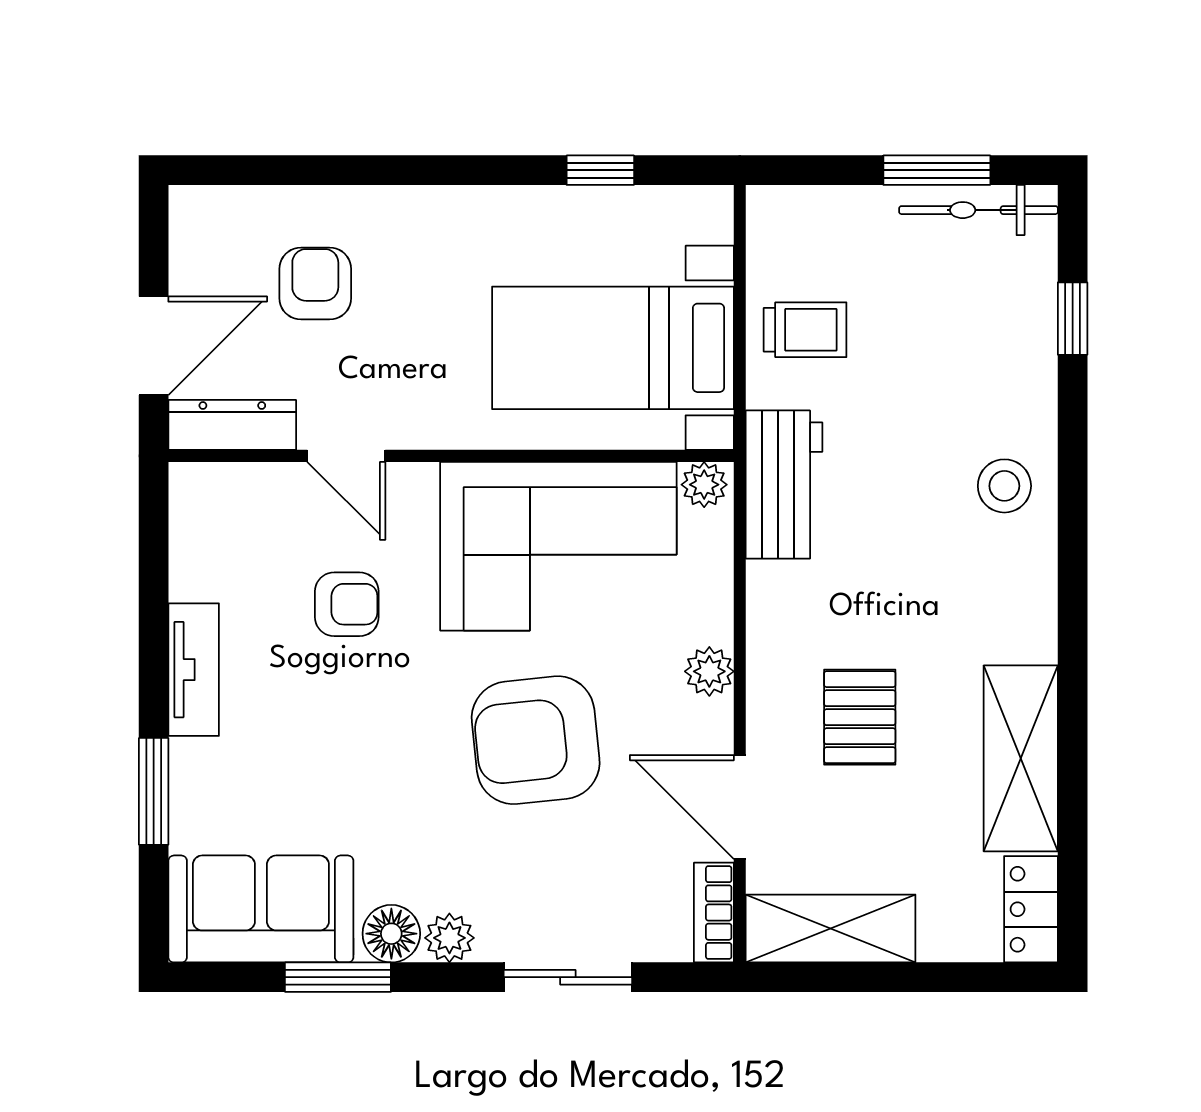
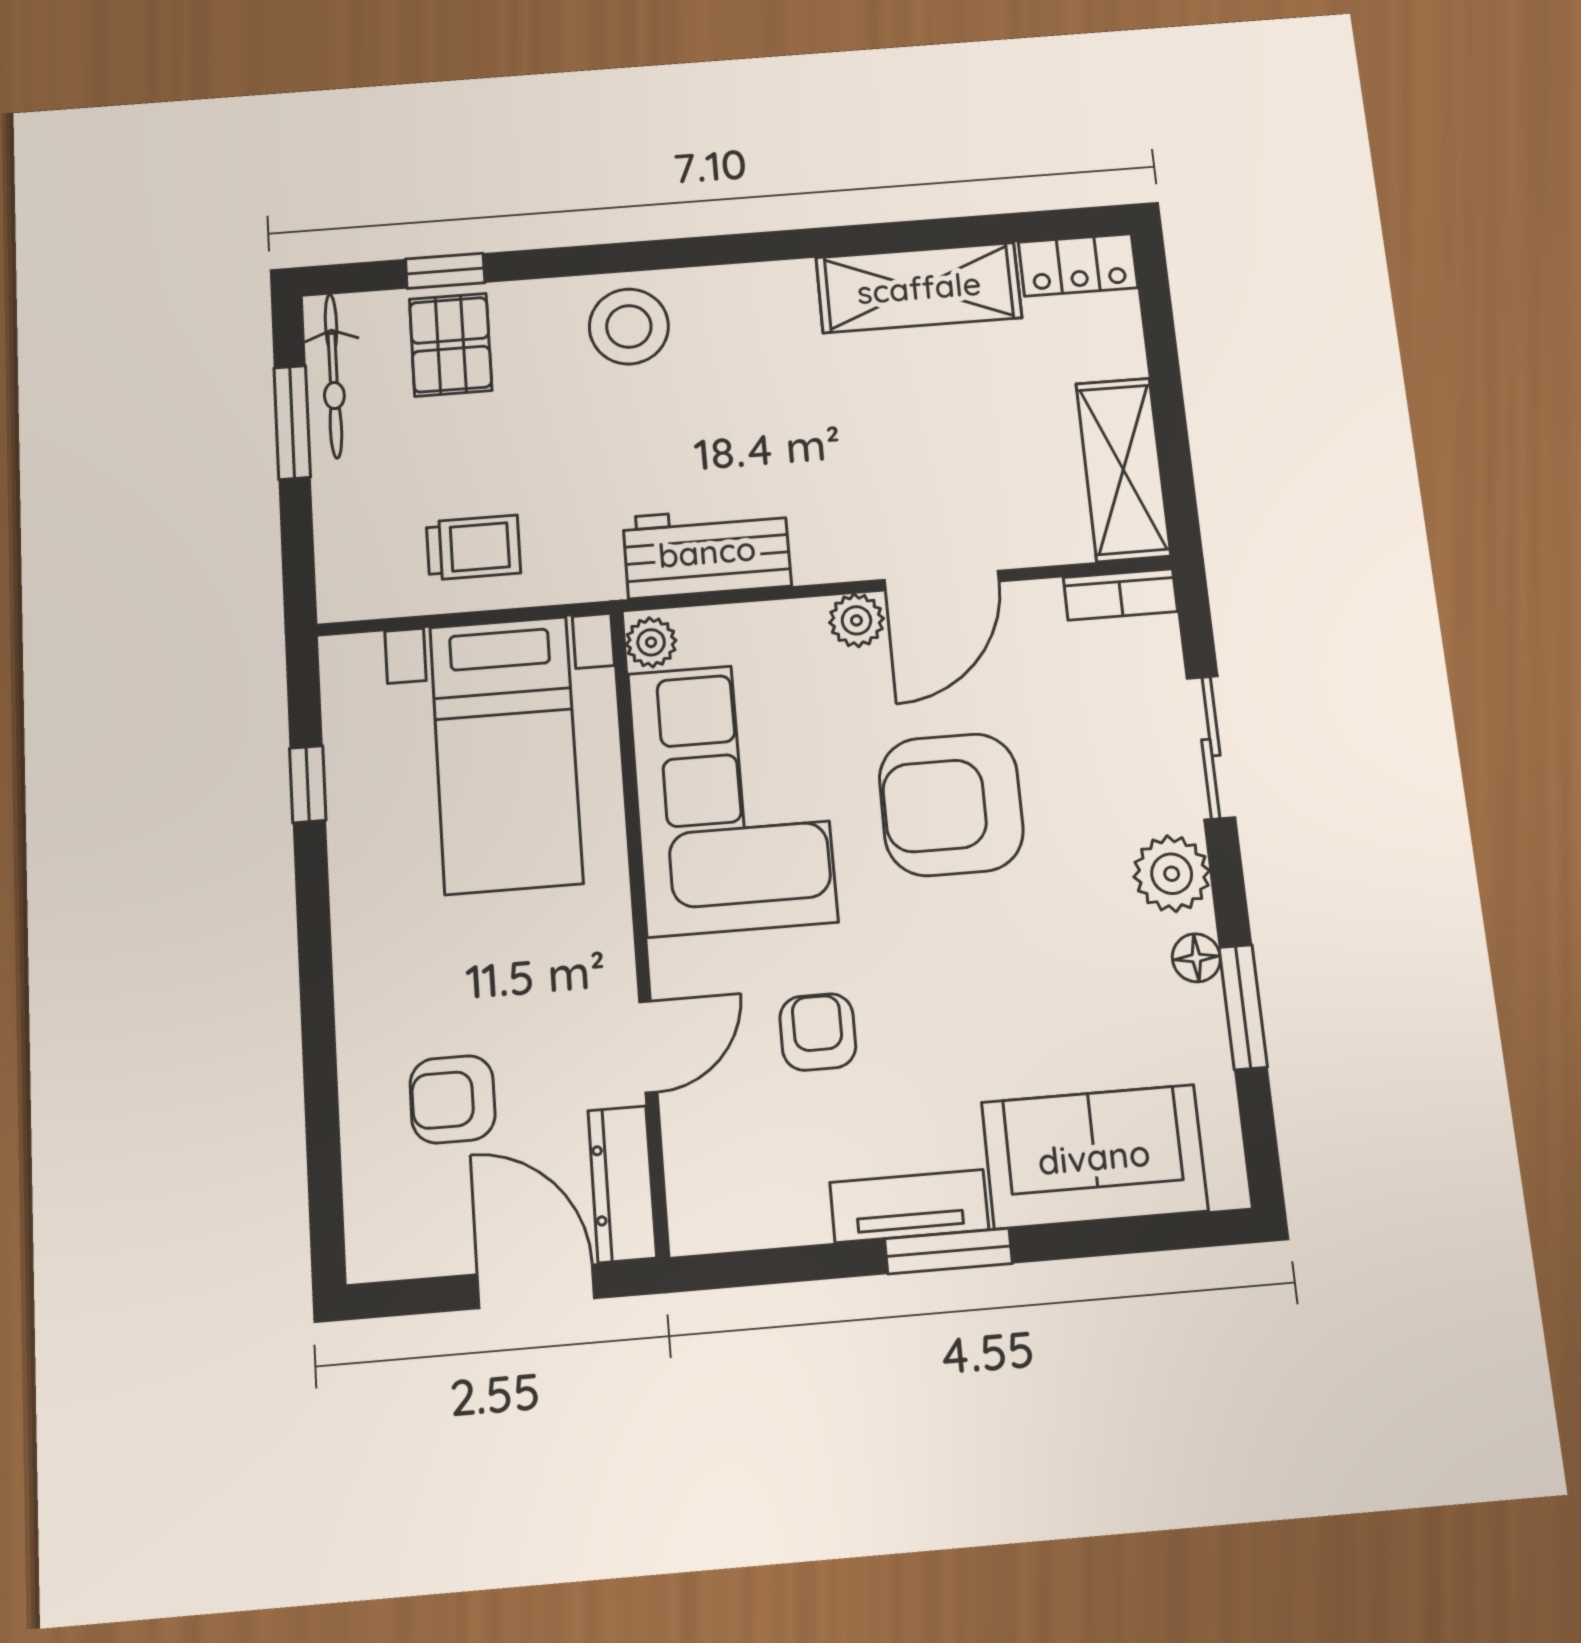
trolley: (805, 330) -> (473, 547), turned 90
workbench: (784, 485) -> (707, 552), moved
stool: (1004, 486) -> (629, 326), width x1.38, depth x1.38
pallet: (860, 717) -> (451, 345), moved, turned 90
armchair: (536, 740) -> (951, 805), turned 96
window: (154, 791) -> (948, 1251), moved
door: (740, 807) -> (942, 581), moved
sofa: (261, 909) -> (1094, 1157), moved, turned 90
floor lamp: (391, 934) -> (1196, 958), width x0.73, depth x0.73
plant: (449, 938) -> (1172, 874), width x1.38, depth x1.38

